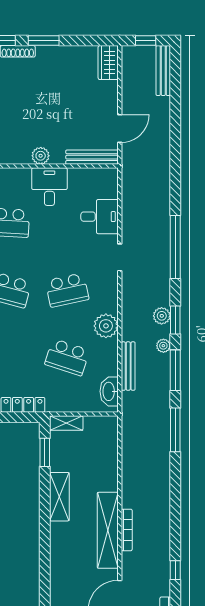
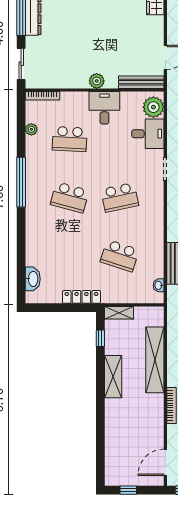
plant: (106, 326) -> (153, 107), moved
washbasin: (109, 391) -> (159, 285), width x0.52, depth x0.69
window: (45, 452) -> (100, 338), width x0.67
shelving: (108, 530) -> (155, 360), moved

